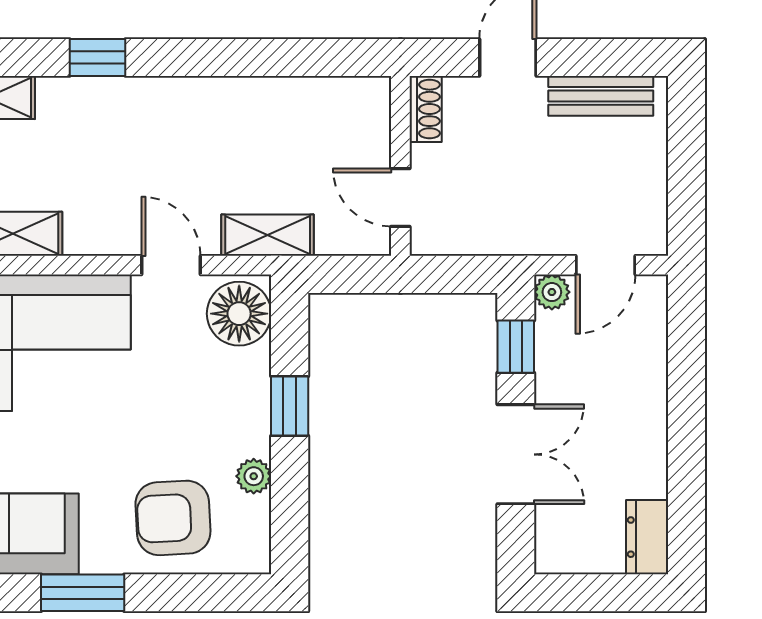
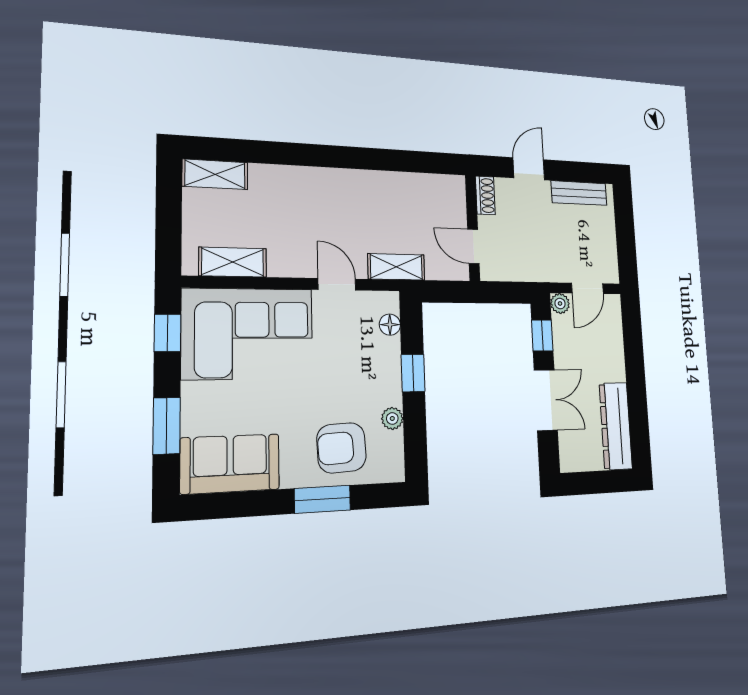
window: (97, 57) -> (288, 154), removed
floor lamp: (239, 314) -> (390, 325), width x0.53, depth x0.53
dresser: (647, 537) -> (616, 426), width x1.96, depth x1.24
window: (83, 593) -> (323, 499), moved

